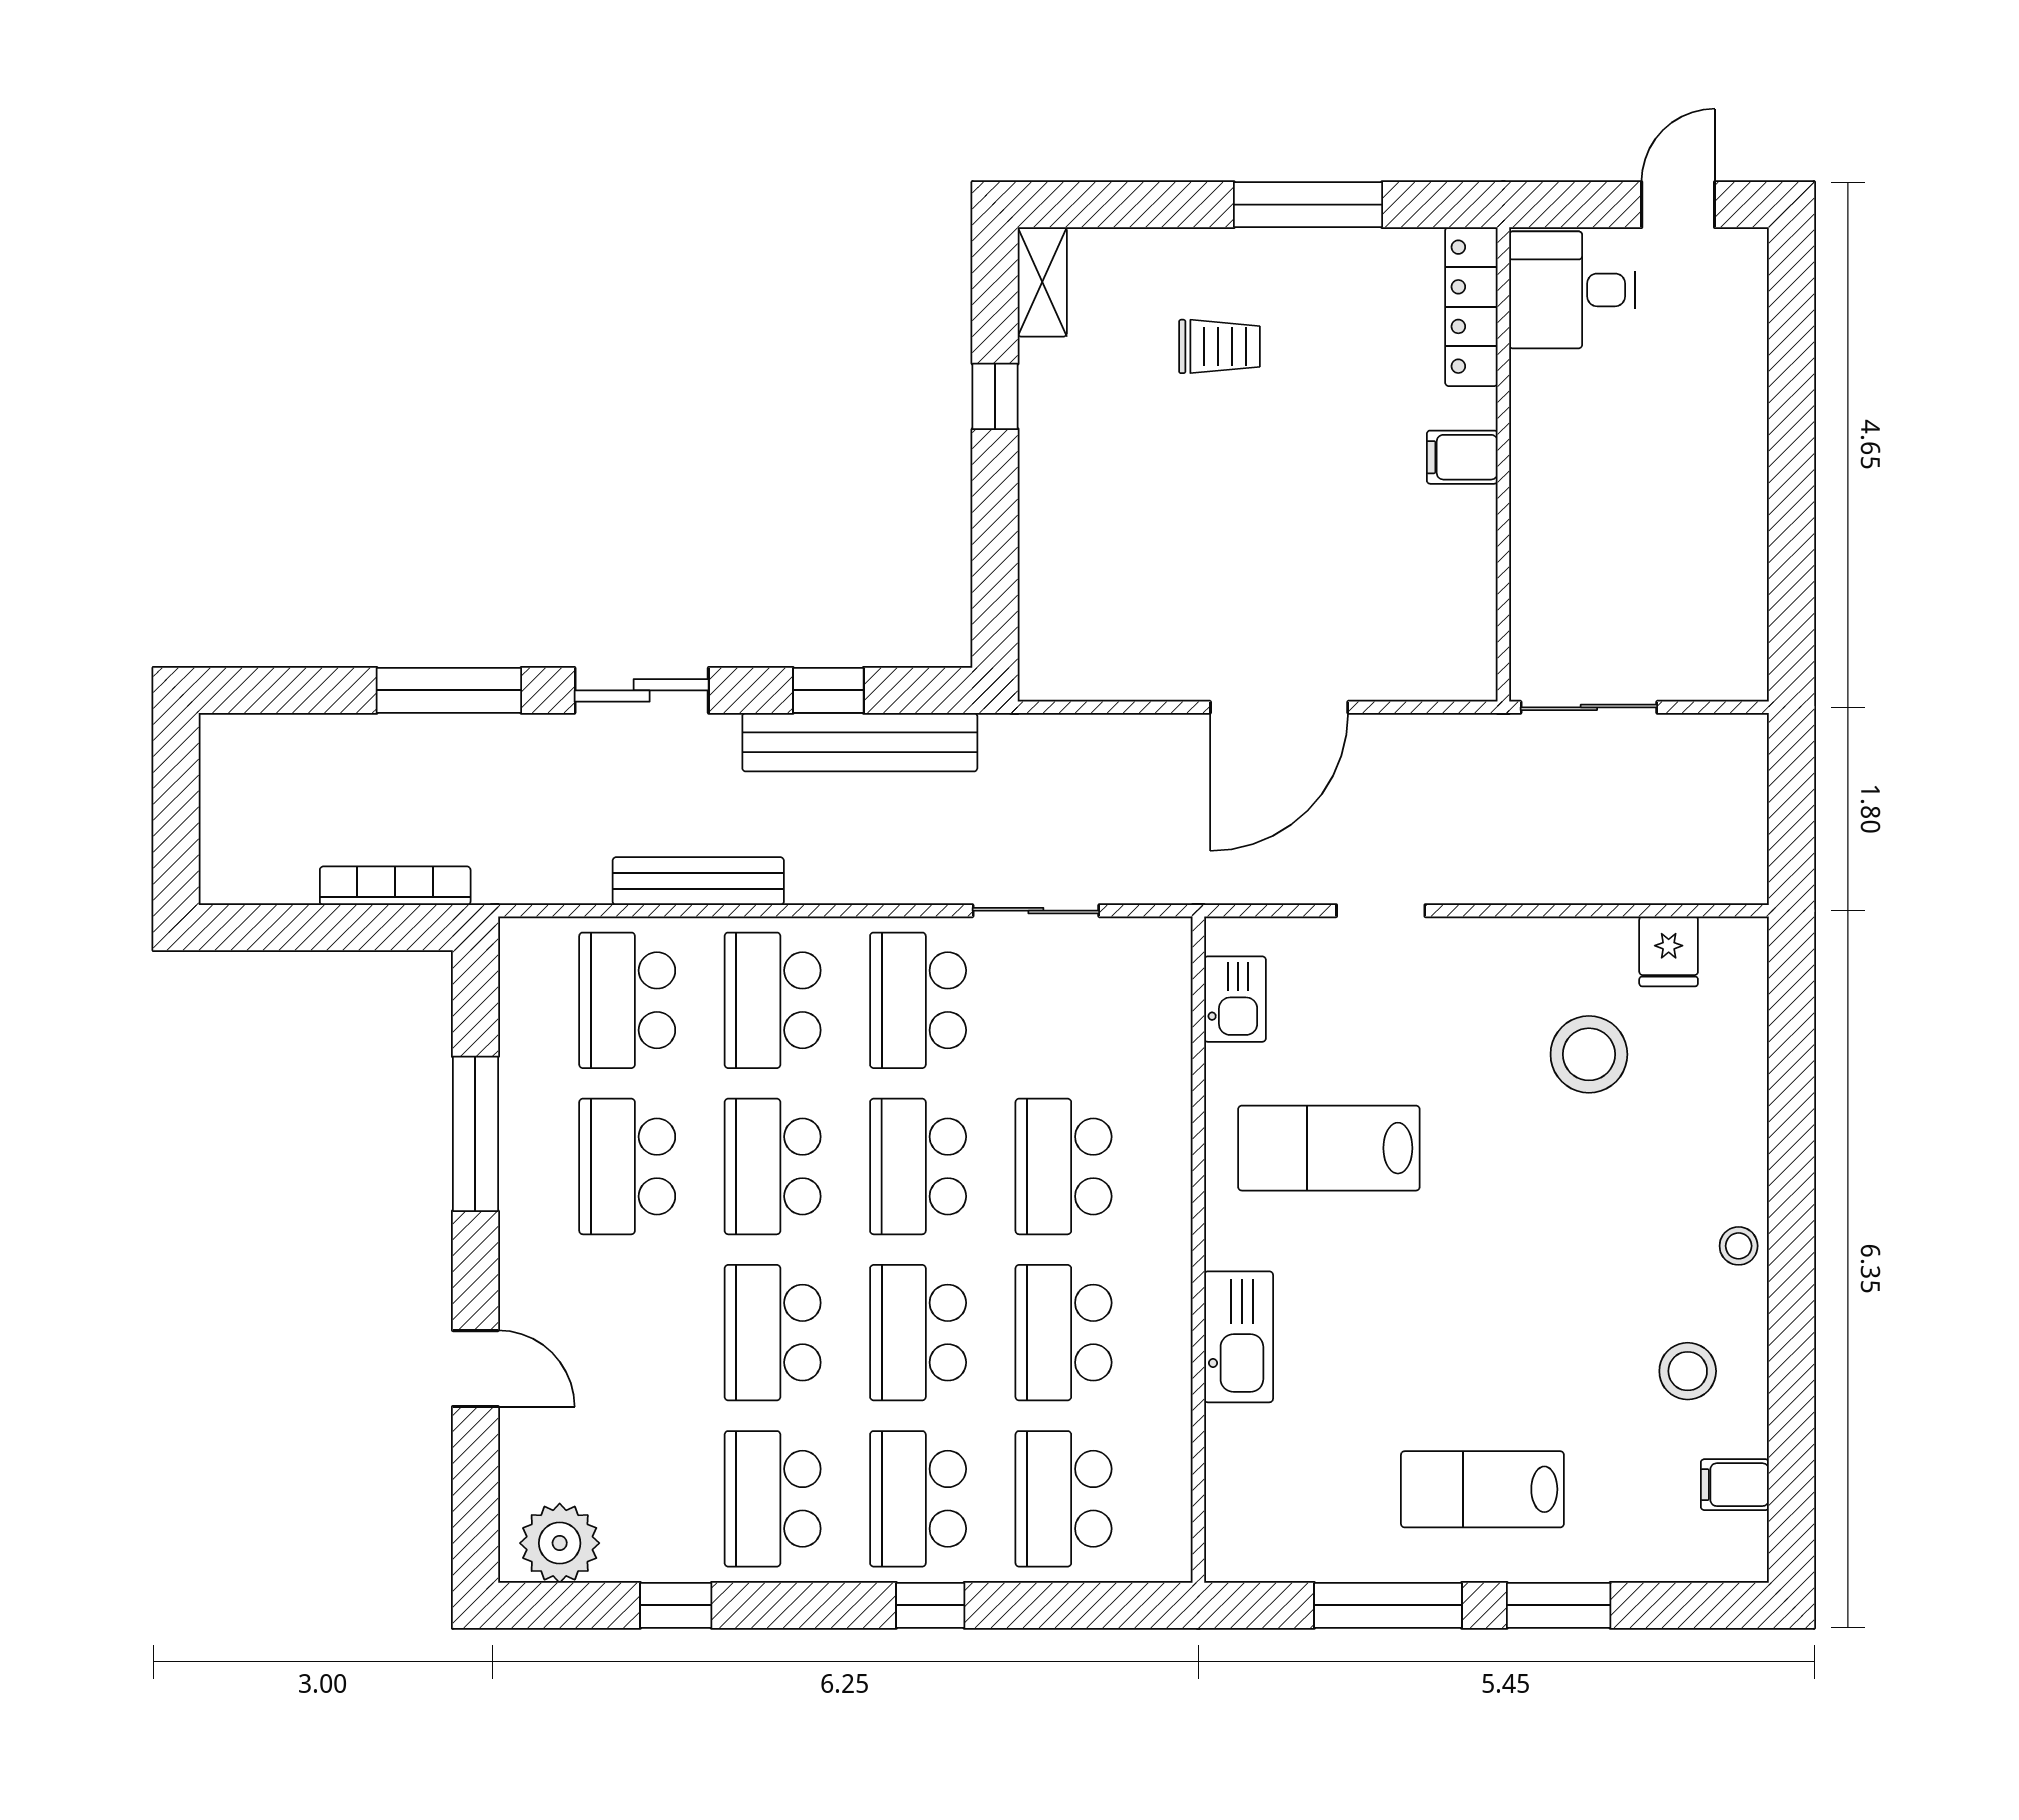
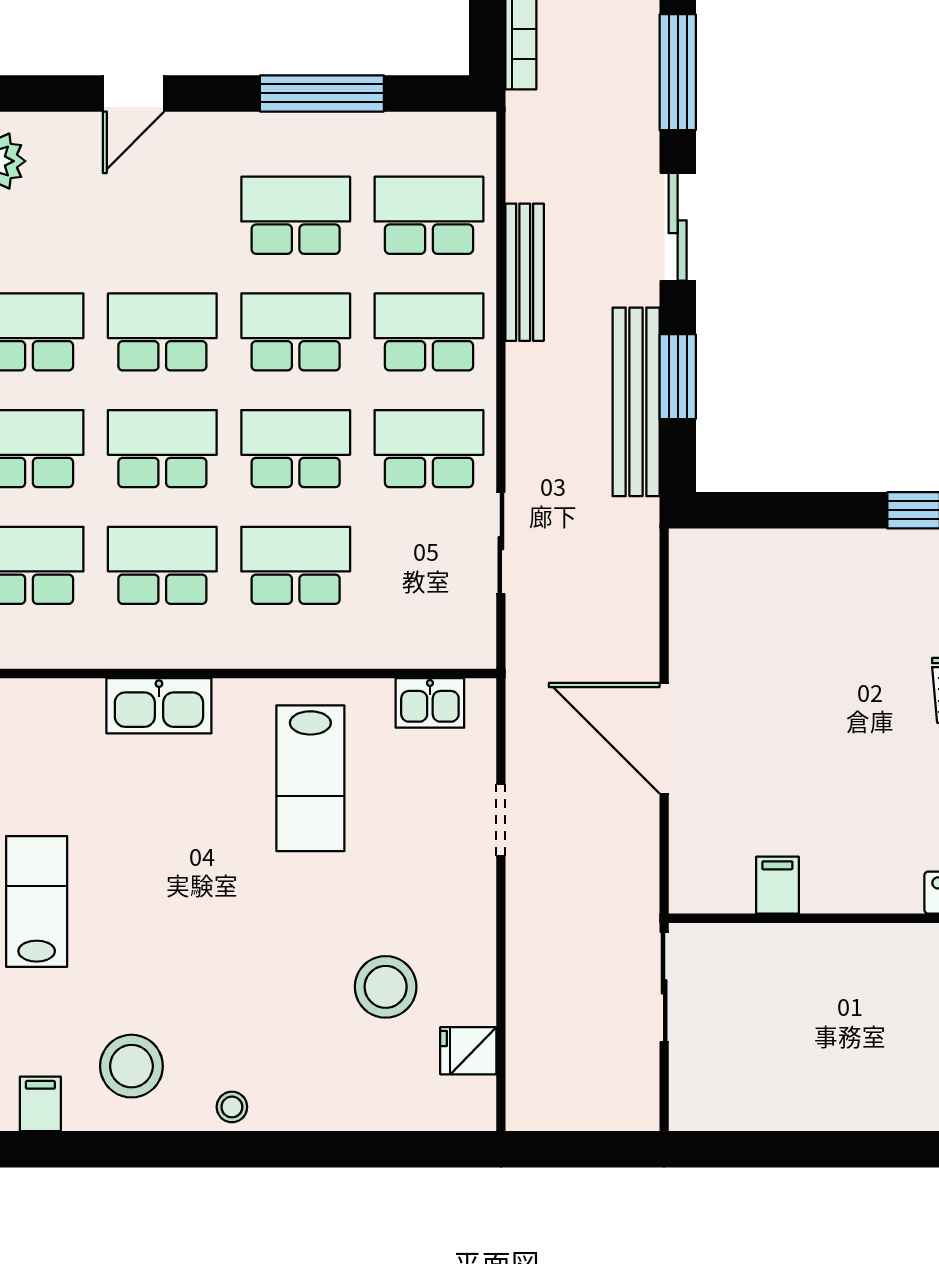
filing cabinet: (1462, 457) -> (777, 885), moved
window: (828, 690) -> (678, 377), width x1.50
lab bench: (1329, 1148) -> (310, 778), turned 180
stool: (1688, 1371) -> (131, 1066), width x1.38, depth x1.38

